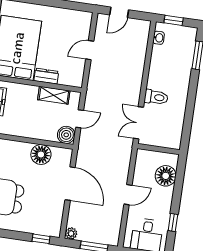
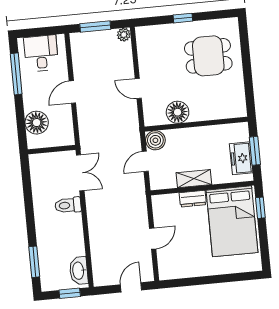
washbasin: (159, 38) -> (79, 271), width x1.91, depth x1.45
shelving: (54, 95) -> (194, 179), moved
door: (70, 184) -> (138, 88), width x0.53
window: (173, 223) -> (16, 74), width x2.17
window: (41, 239) -> (183, 18), moved

